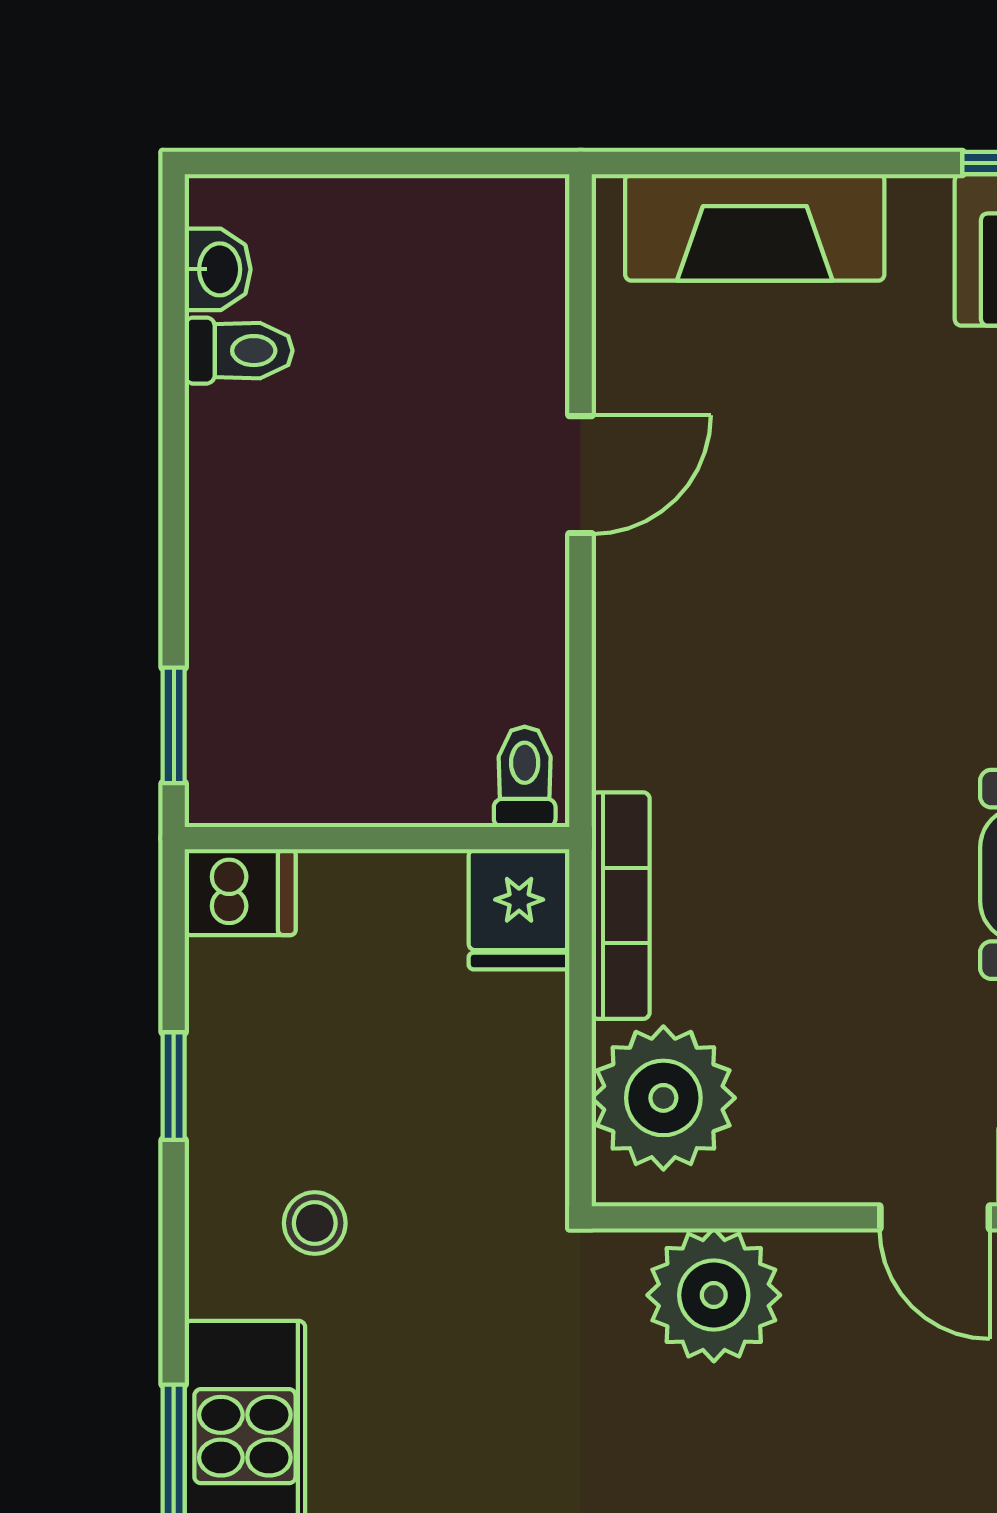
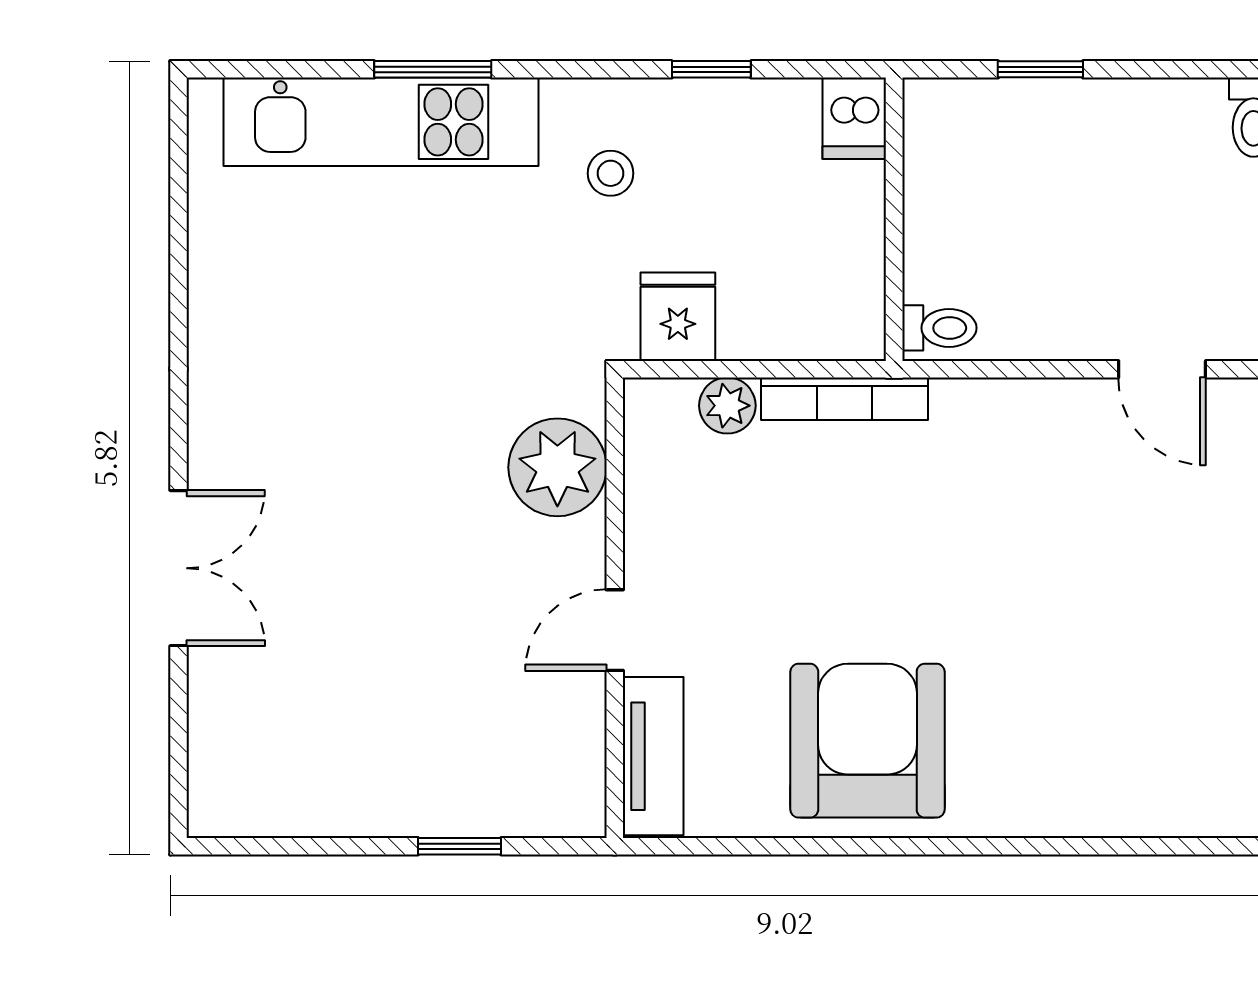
window: (174, 725) -> (1040, 69), moved
fridge: (519, 909) -> (678, 317), moved, turned 90
plant: (663, 1098) -> (727, 406), width x0.53, depth x0.53

